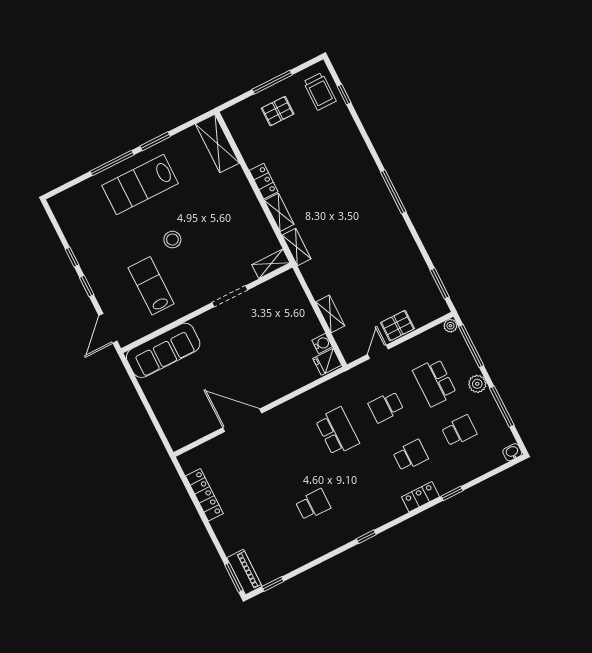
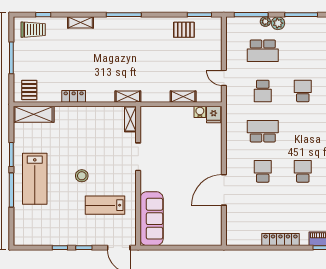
pallet: (278, 111) -> (29, 90), moved
shelving: (279, 212) -> (81, 22), moved
pallet: (397, 326) -> (184, 30), moved, turned 90
plant: (450, 326) -> (265, 22), moved
school desk: (459, 431) -> (263, 171), moved
locker: (204, 495) -> (280, 240), moved

